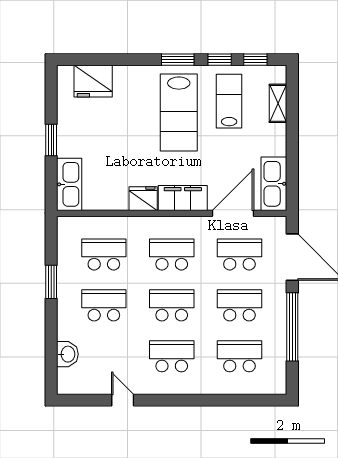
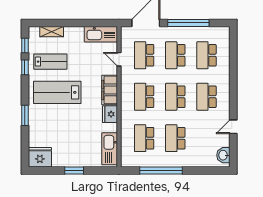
window: (178, 60) -> (25, 115), moved
fridge: (93, 81) -> (40, 157), moved, turned -90
lab bench: (229, 101) -> (50, 62), turned 180
lab bench: (179, 113) -> (57, 92), turned 180
kitchen sink: (69, 184) -> (110, 149), moved, turned -90
door: (233, 213) -> (119, 59), width x0.53
window: (51, 282) -> (161, 171), width x2.11
washbasin: (67, 354) -> (223, 155), moved, turned -90

